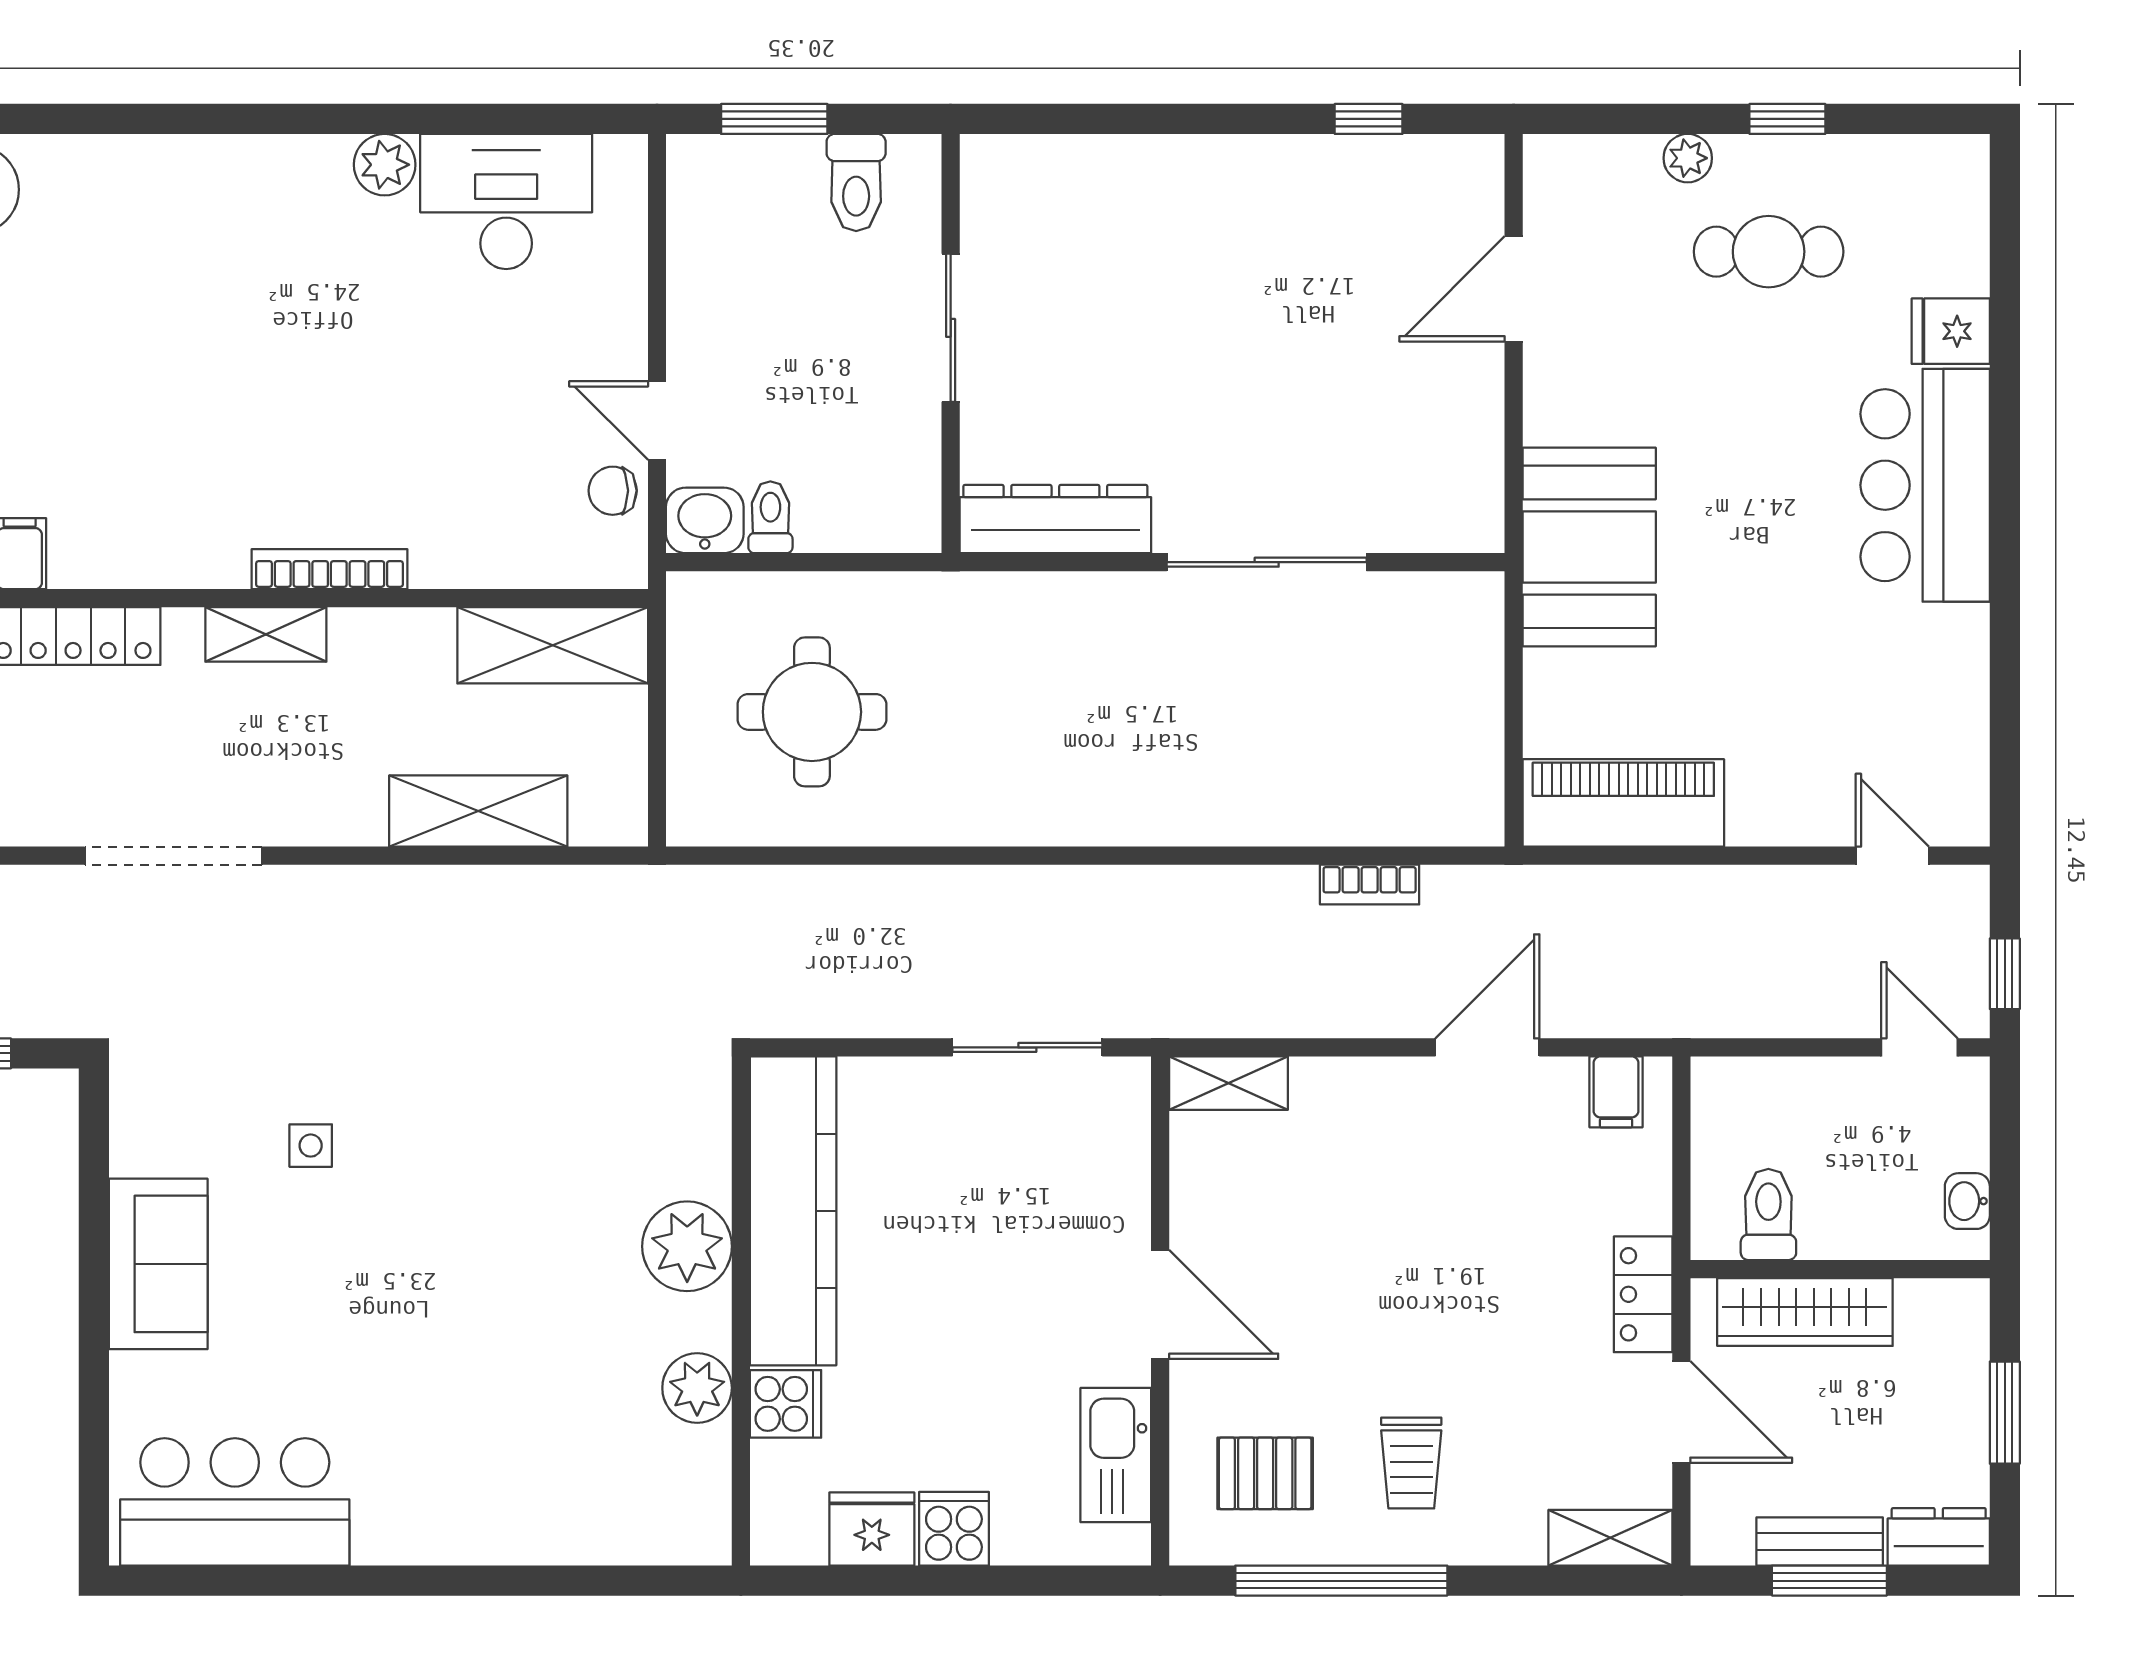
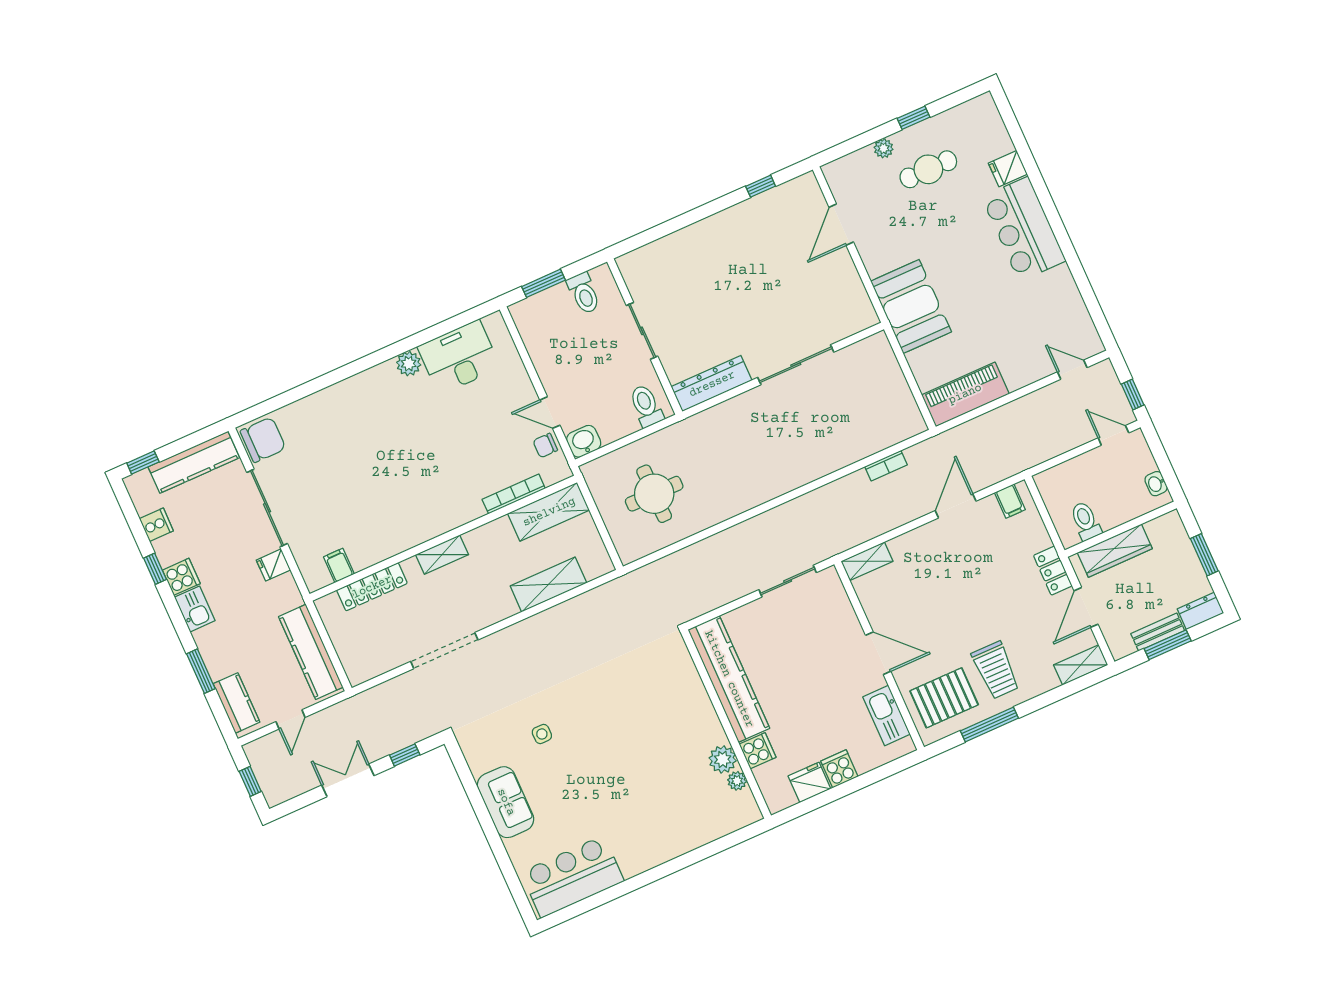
toilet: (770, 517) -> (646, 406), moved, width x1.37, depth x1.39
bookcase: (329, 569) -> (514, 494), moved
plant: (687, 1246) -> (737, 781), moved, width x0.53, depth x0.53
door: (1681, 1412) -> (1086, 607), swing flipped
trolley: (1411, 1463) -> (996, 670), width x1.36, depth x1.39
pallet: (1265, 1473) -> (944, 698), width x1.50, depth x1.42
window: (1341, 1581) -> (989, 724), width x0.68

